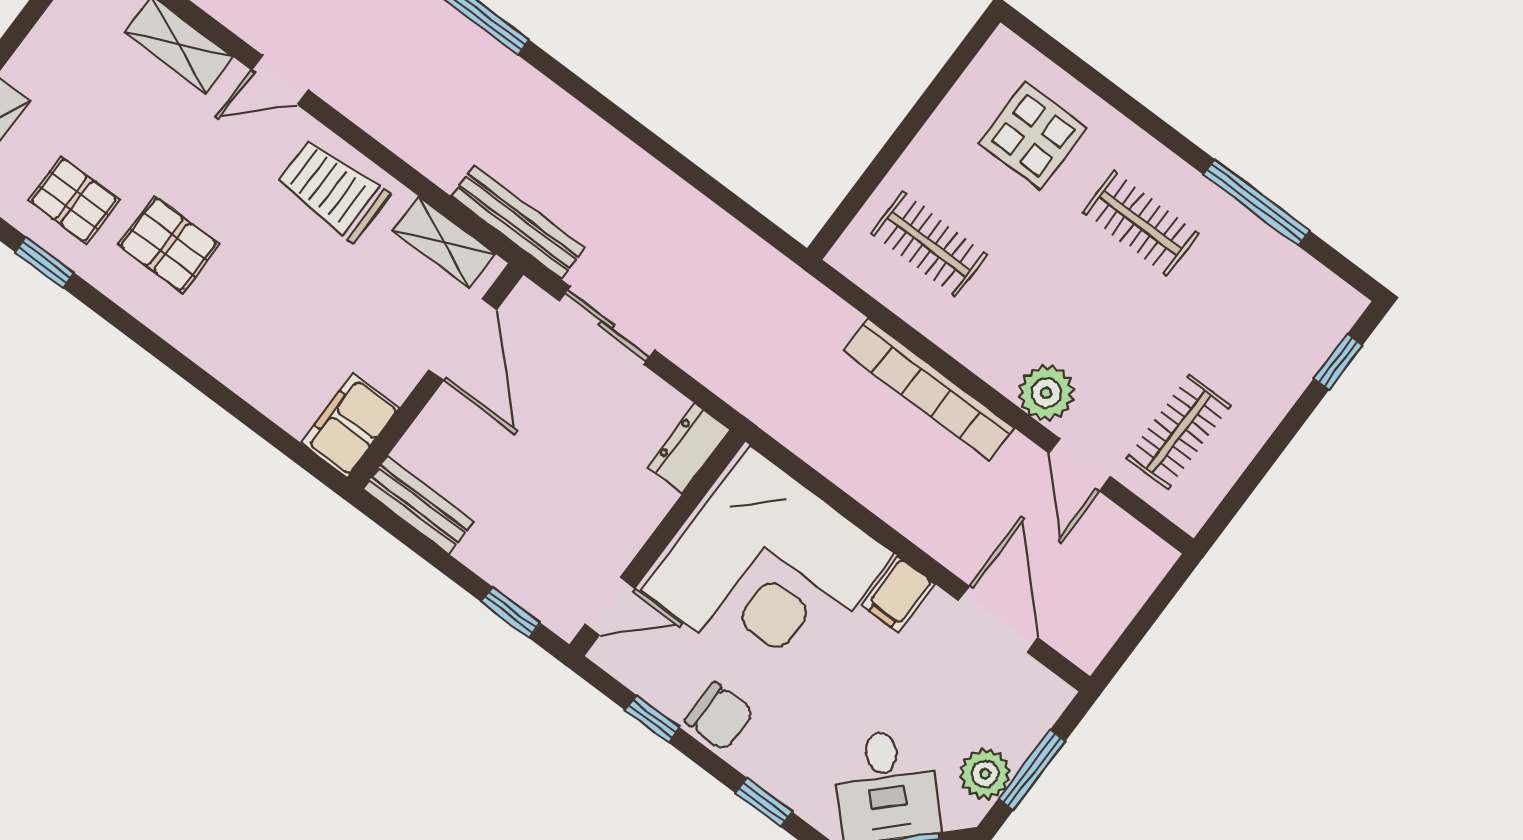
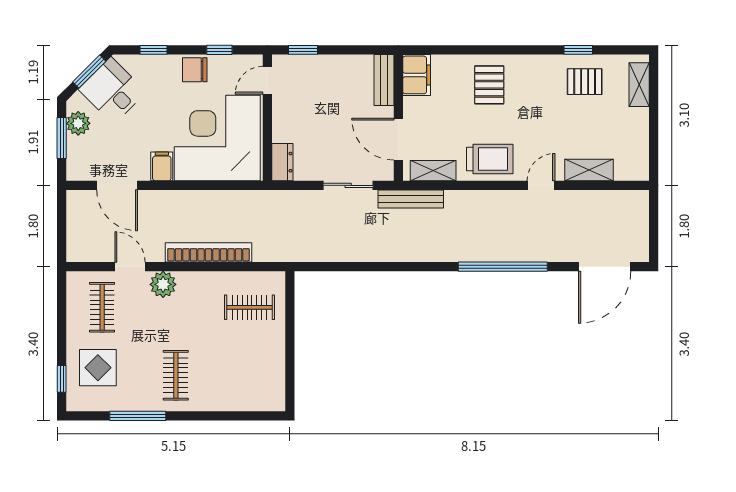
display table: (1033, 135) -> (98, 368), moved
clothes rail: (1140, 223) -> (176, 375), turned 90
pallet: (169, 244) -> (489, 85), moved, turned 90
bench: (418, 505) -> (384, 80), moved, turned 90

